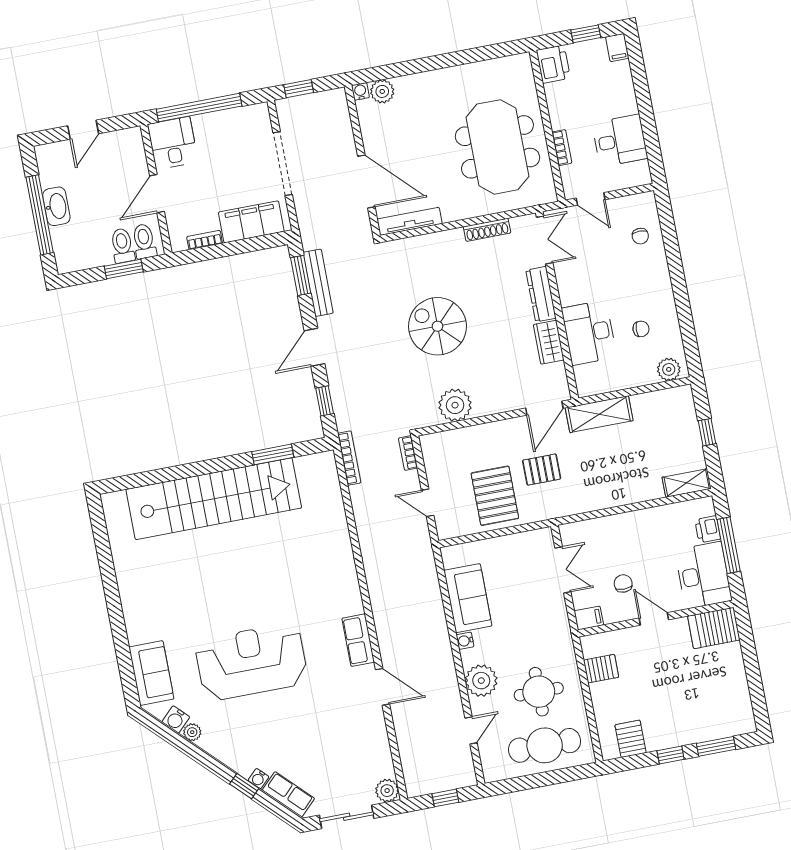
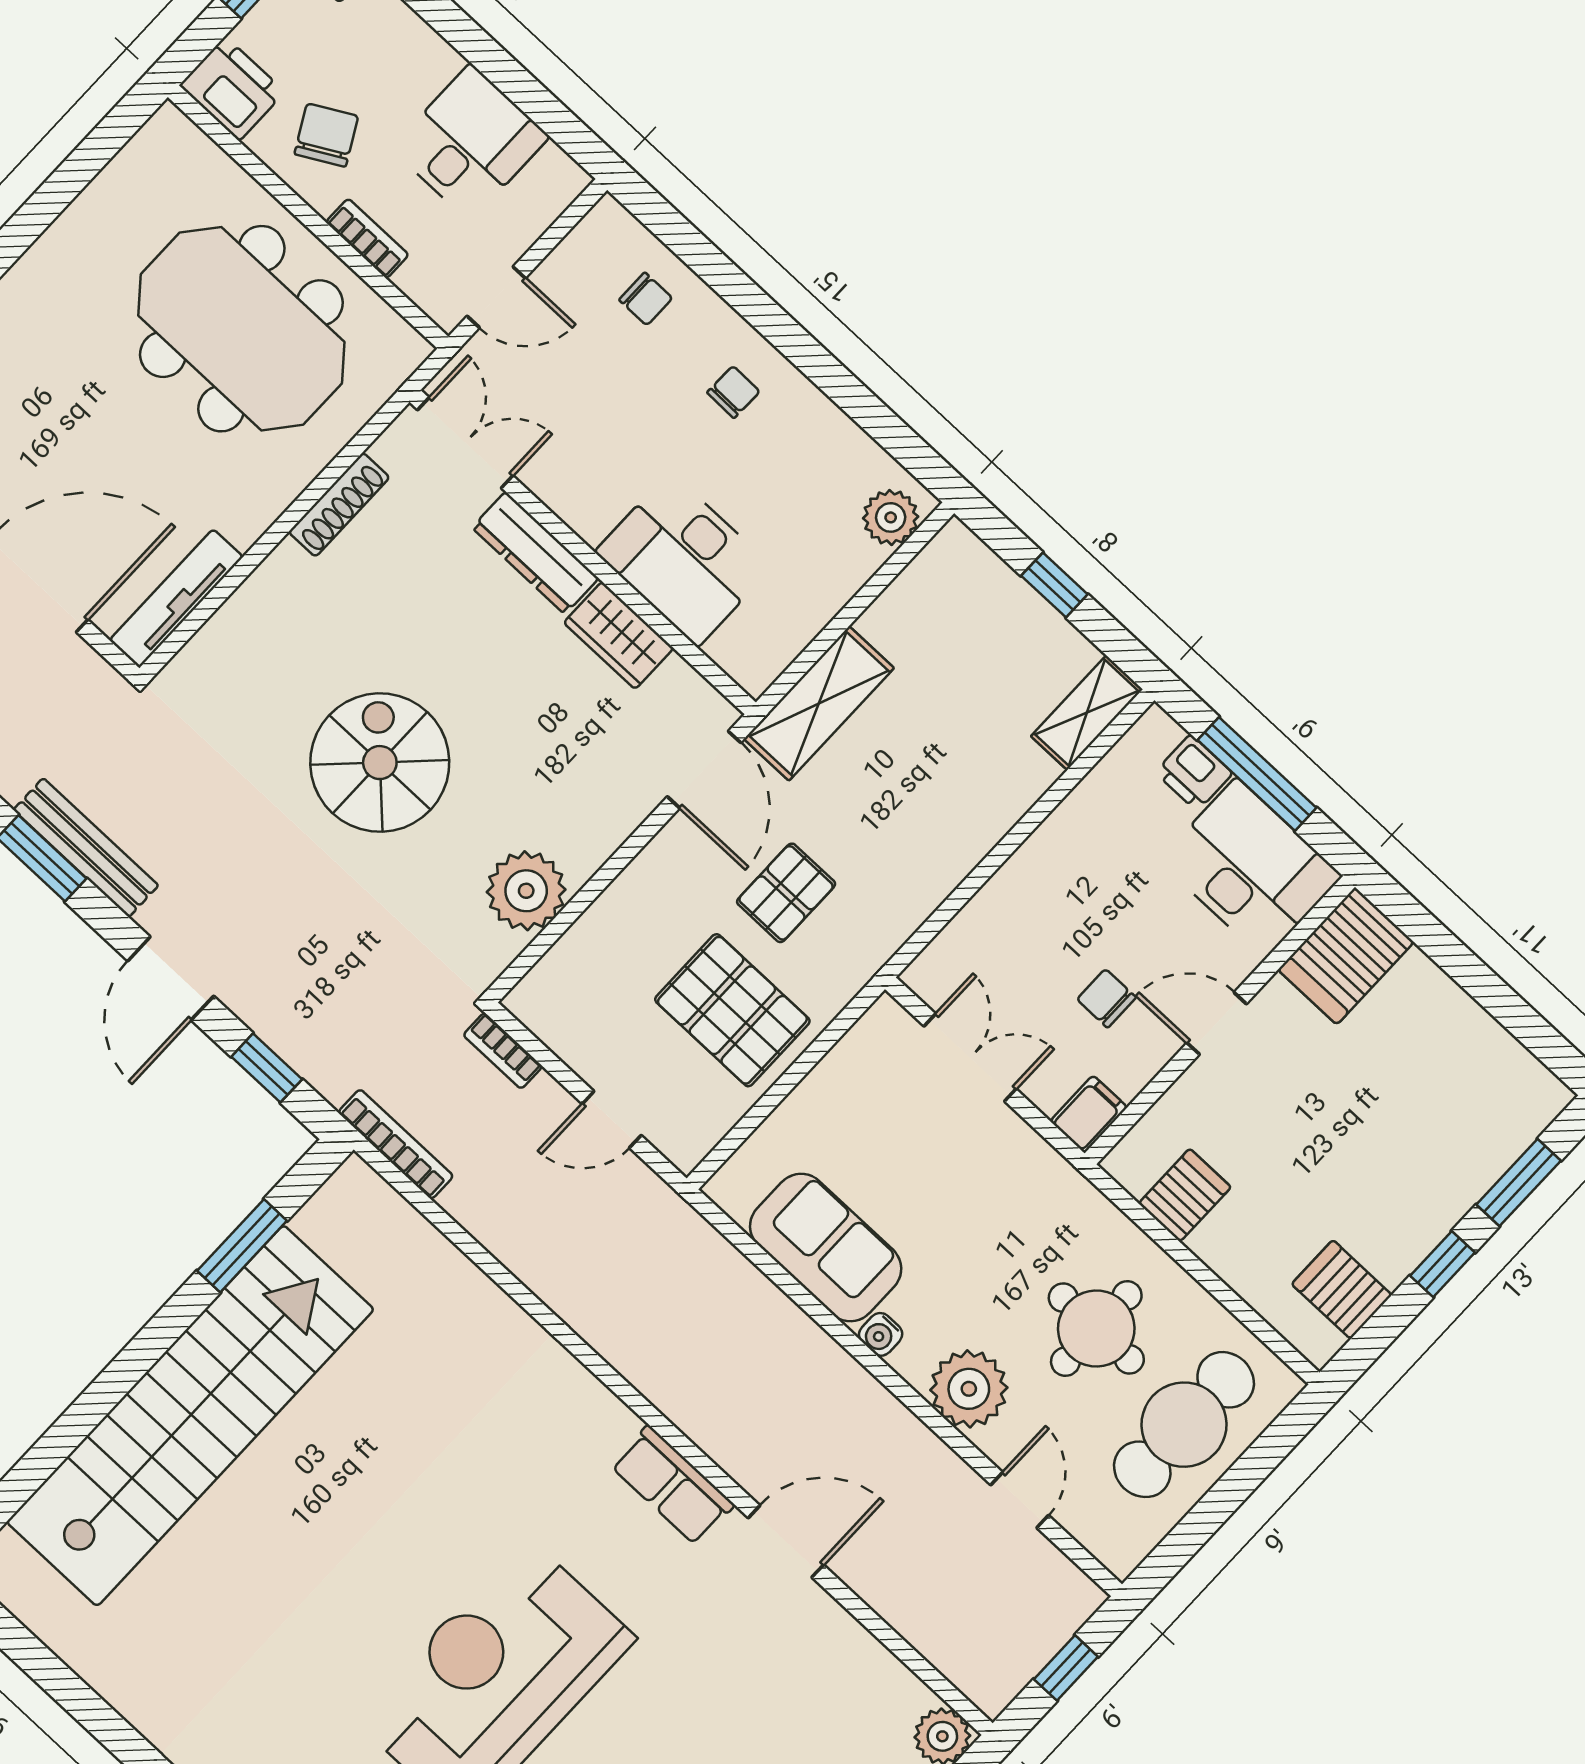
chair: (573, 103) -> (326, 135), added
spiral stairs: (437, 326) -> (380, 763), turned 90
chair: (641, 329) -> (733, 392), moved

